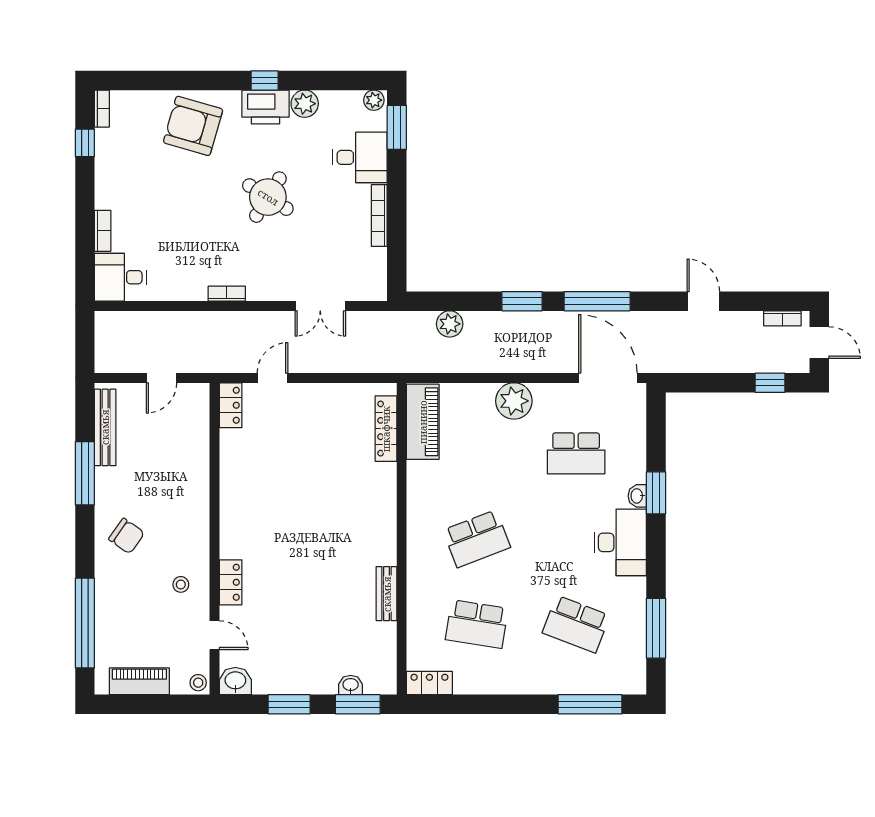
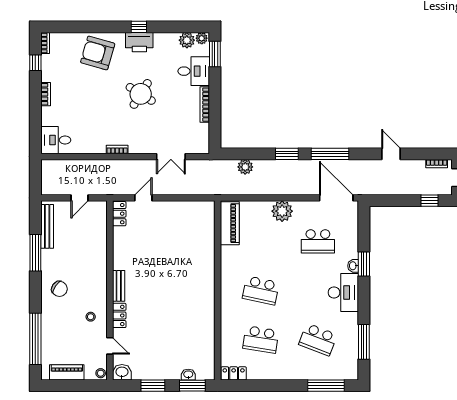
plant: (305, 104) -> (187, 40), moved
bookcase: (103, 231) -> (46, 94), moved
locker: (386, 429) -> (209, 227), removed
school desk: (477, 539) -> (261, 290), turned 33
bench: (387, 594) -> (119, 286), moved

